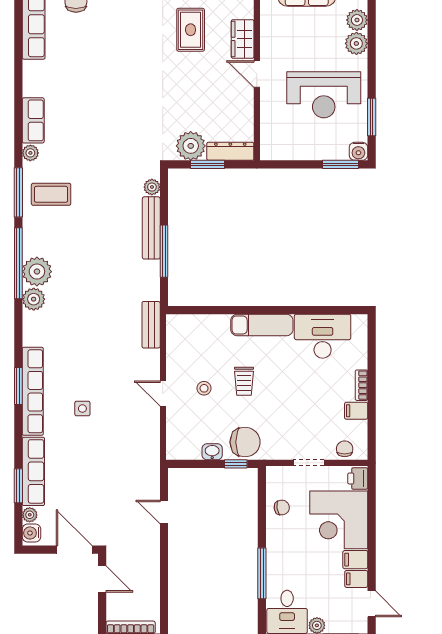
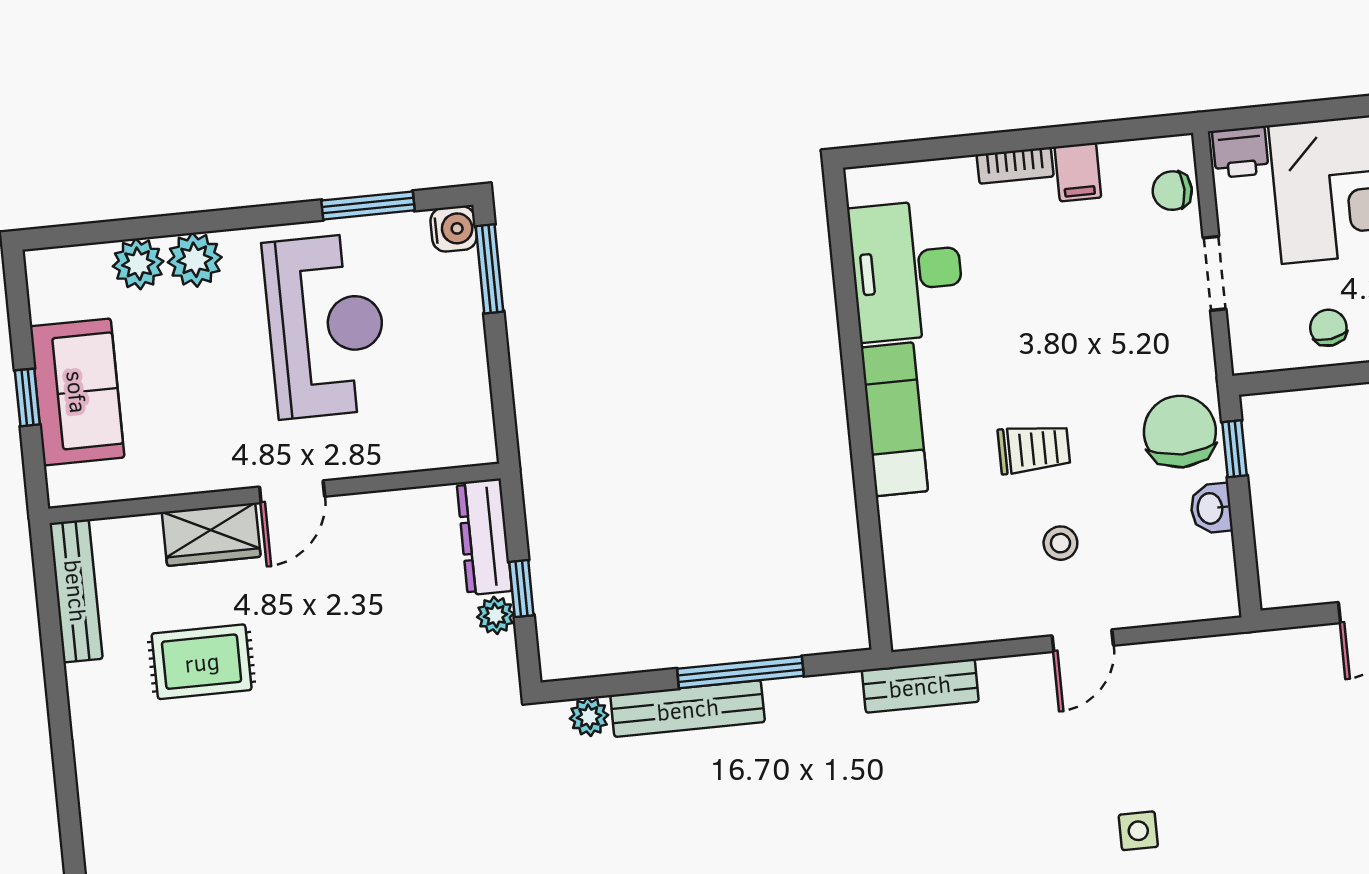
plant: (191, 146) -> (496, 615), width x0.53, depth x0.53
window: (207, 164) -> (521, 589), width x0.67

